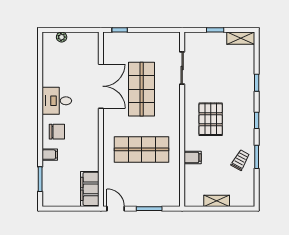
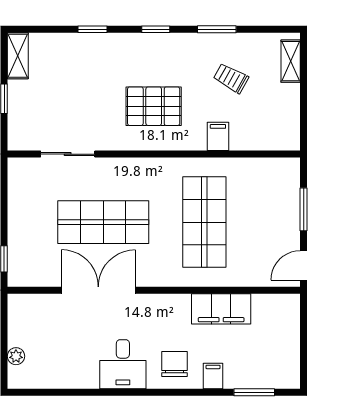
trolley: (240, 160) -> (231, 78), moved
filing cabinet: (90, 189) -> (221, 309), moved
shelving: (217, 201) -> (291, 61), moved

